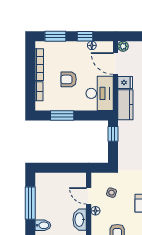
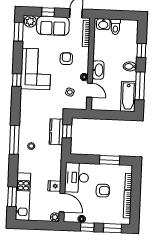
kitchen counter: (125, 105) -> (56, 132), moved
window: (113, 134) -> (67, 131), moved
bathtub: (43, 190) -> (128, 96), added

